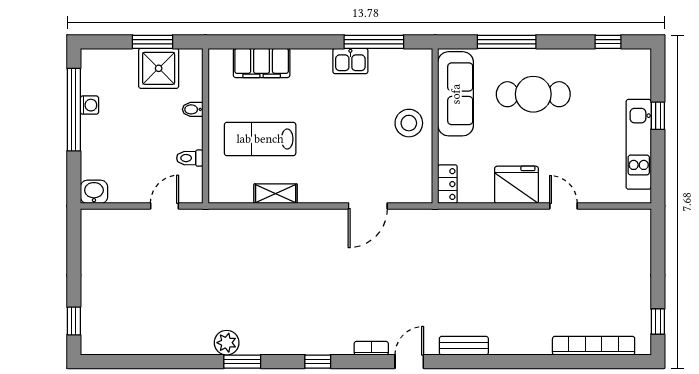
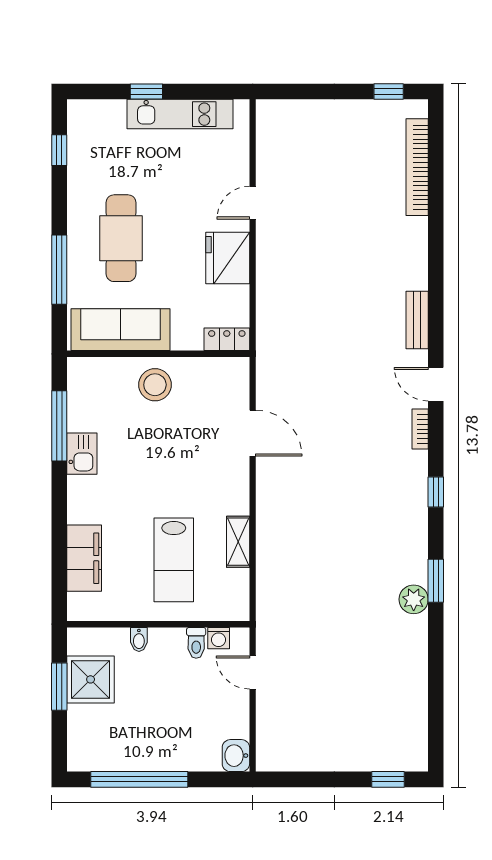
washing machine: (89, 105) -> (219, 638), moved, turned 180

